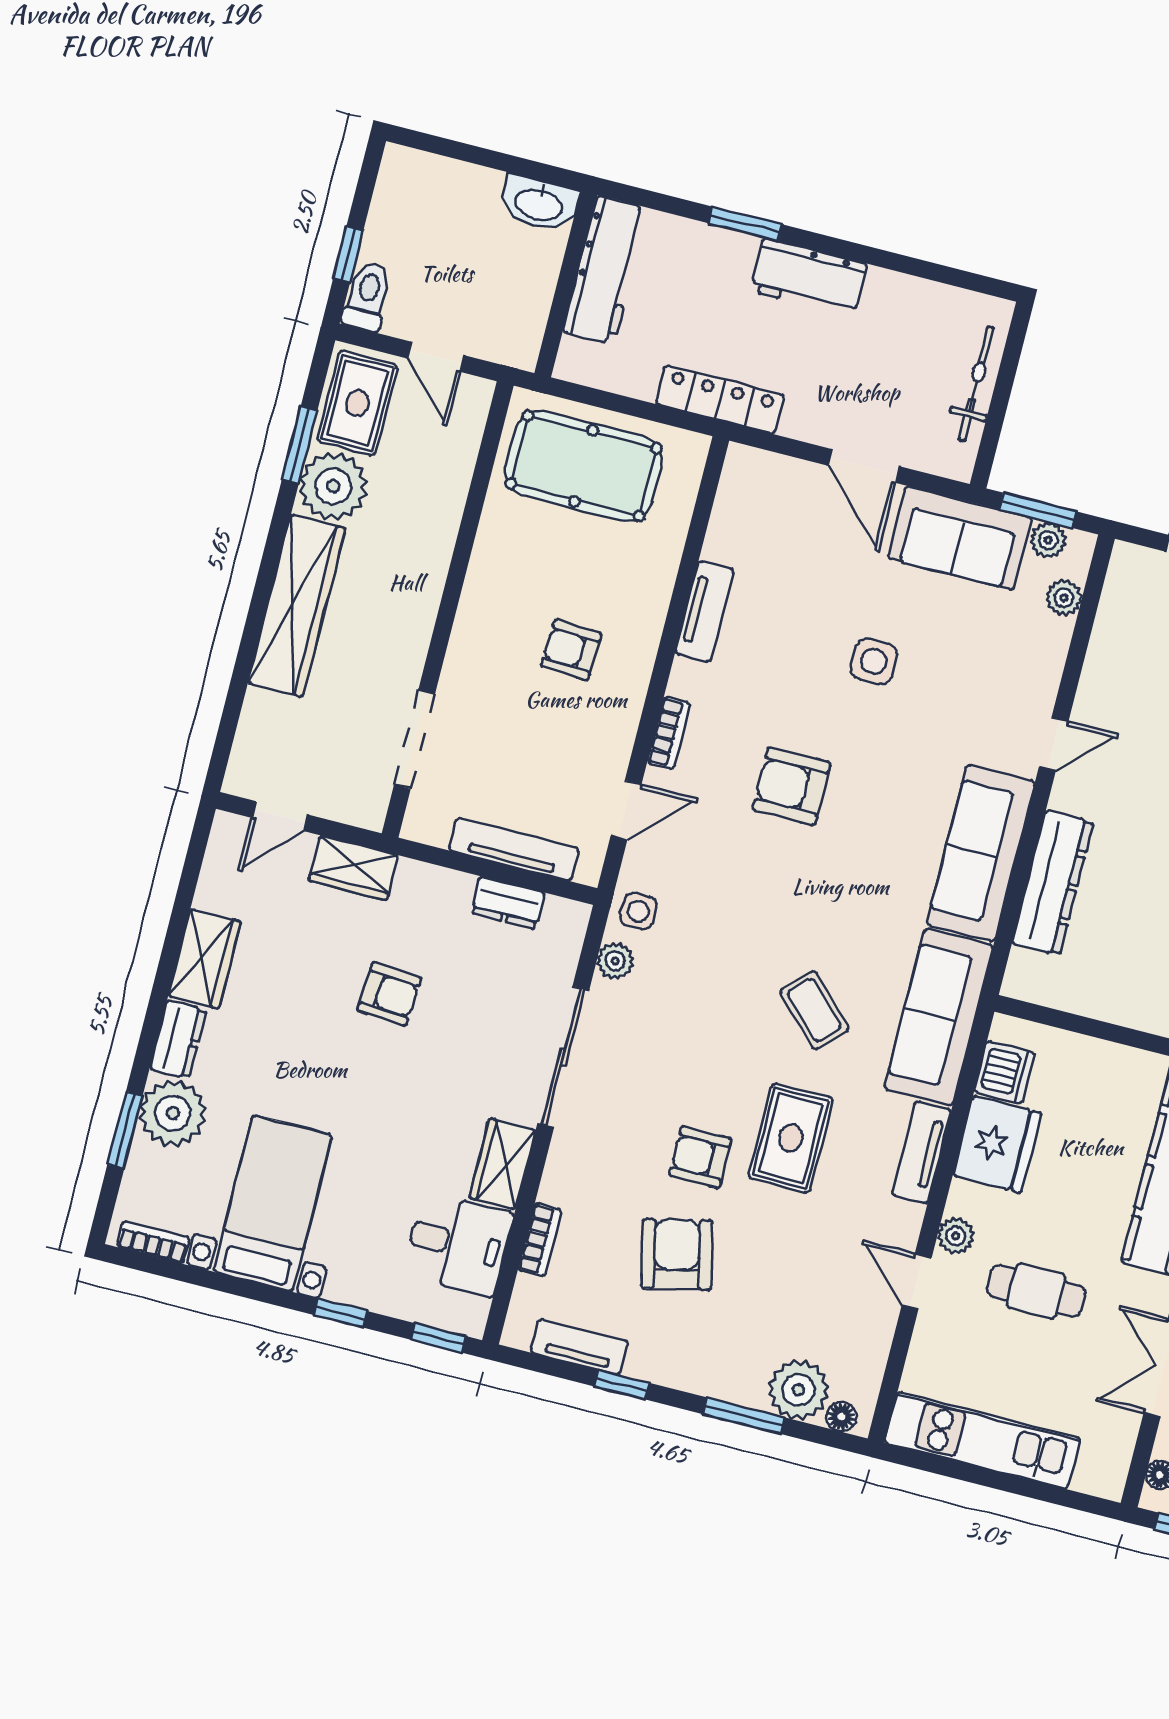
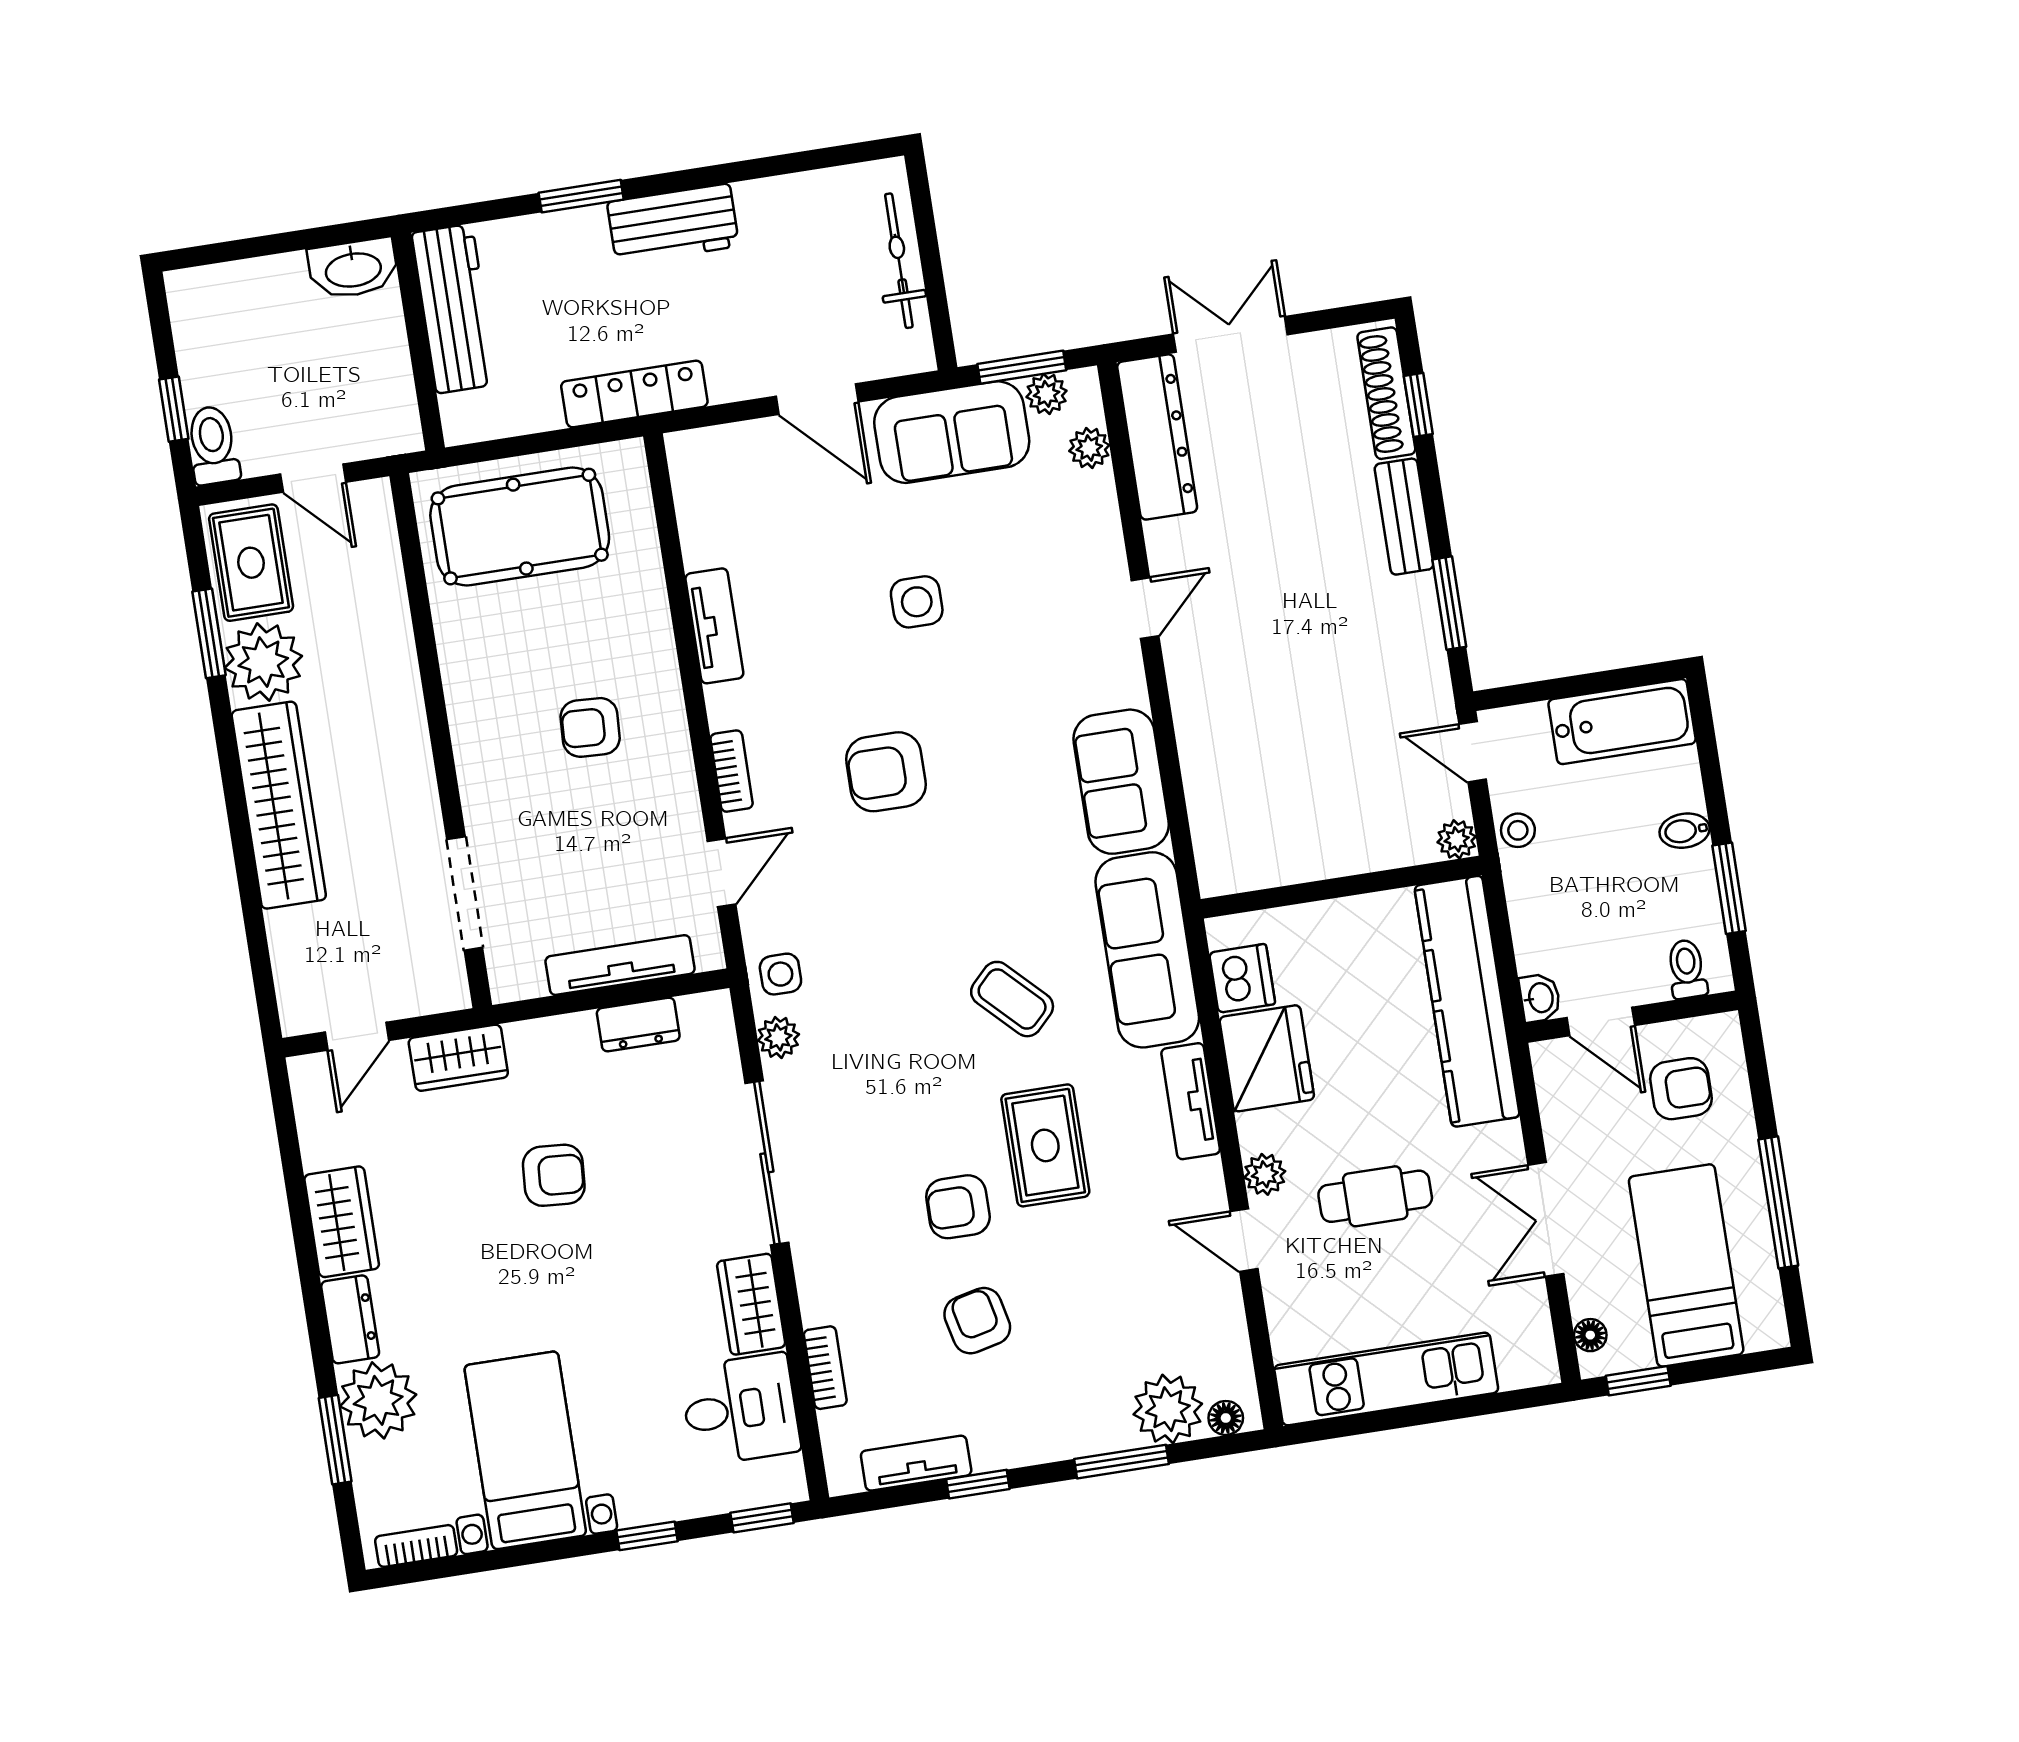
sofa: (981, 853) -> (1121, 782), width x0.73
dresser: (1053, 882) -> (1157, 437), moved
armchair: (677, 1254) -> (977, 1321), width x0.72, depth x0.72

